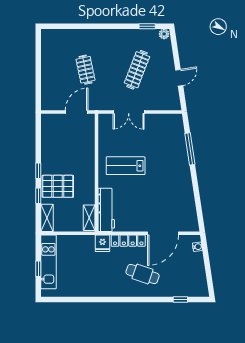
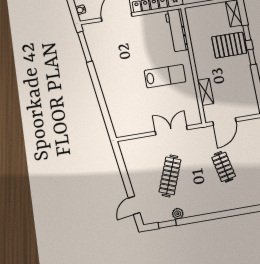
plant: (164, 34) -> (178, 214), moved
door: (179, 78) -> (134, 205), moved
window: (190, 149) -> (85, 47), moved
shelving: (89, 218) -> (206, 92), moved

